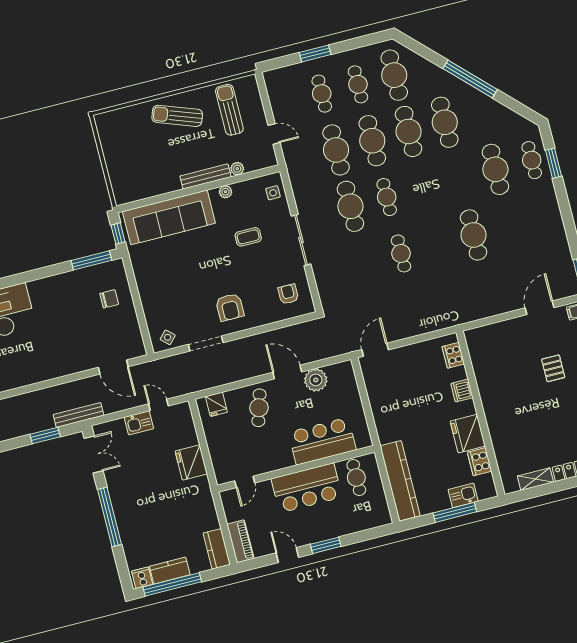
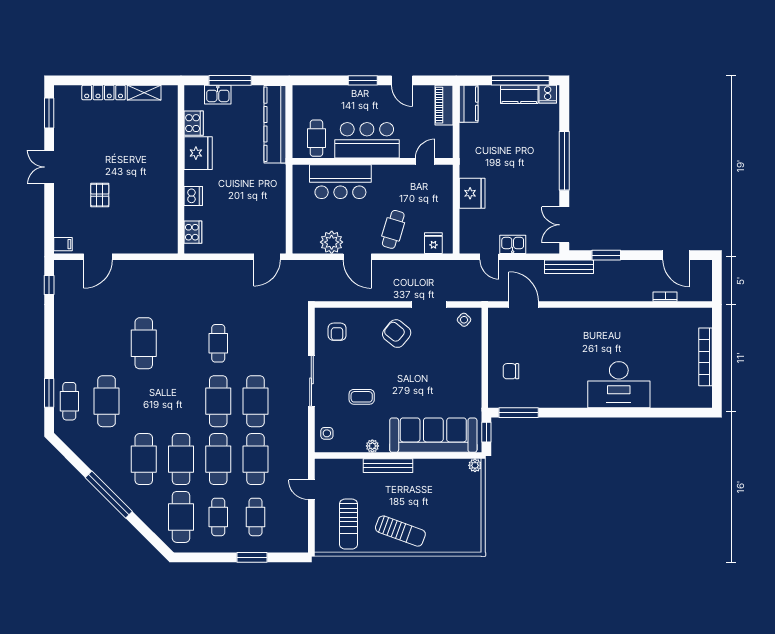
plant: (237, 169) -> (475, 465), moved
cafe table: (387, 197) -> (218, 401), width x1.37, depth x1.35
armchair: (230, 307) -> (397, 334), turned -51

